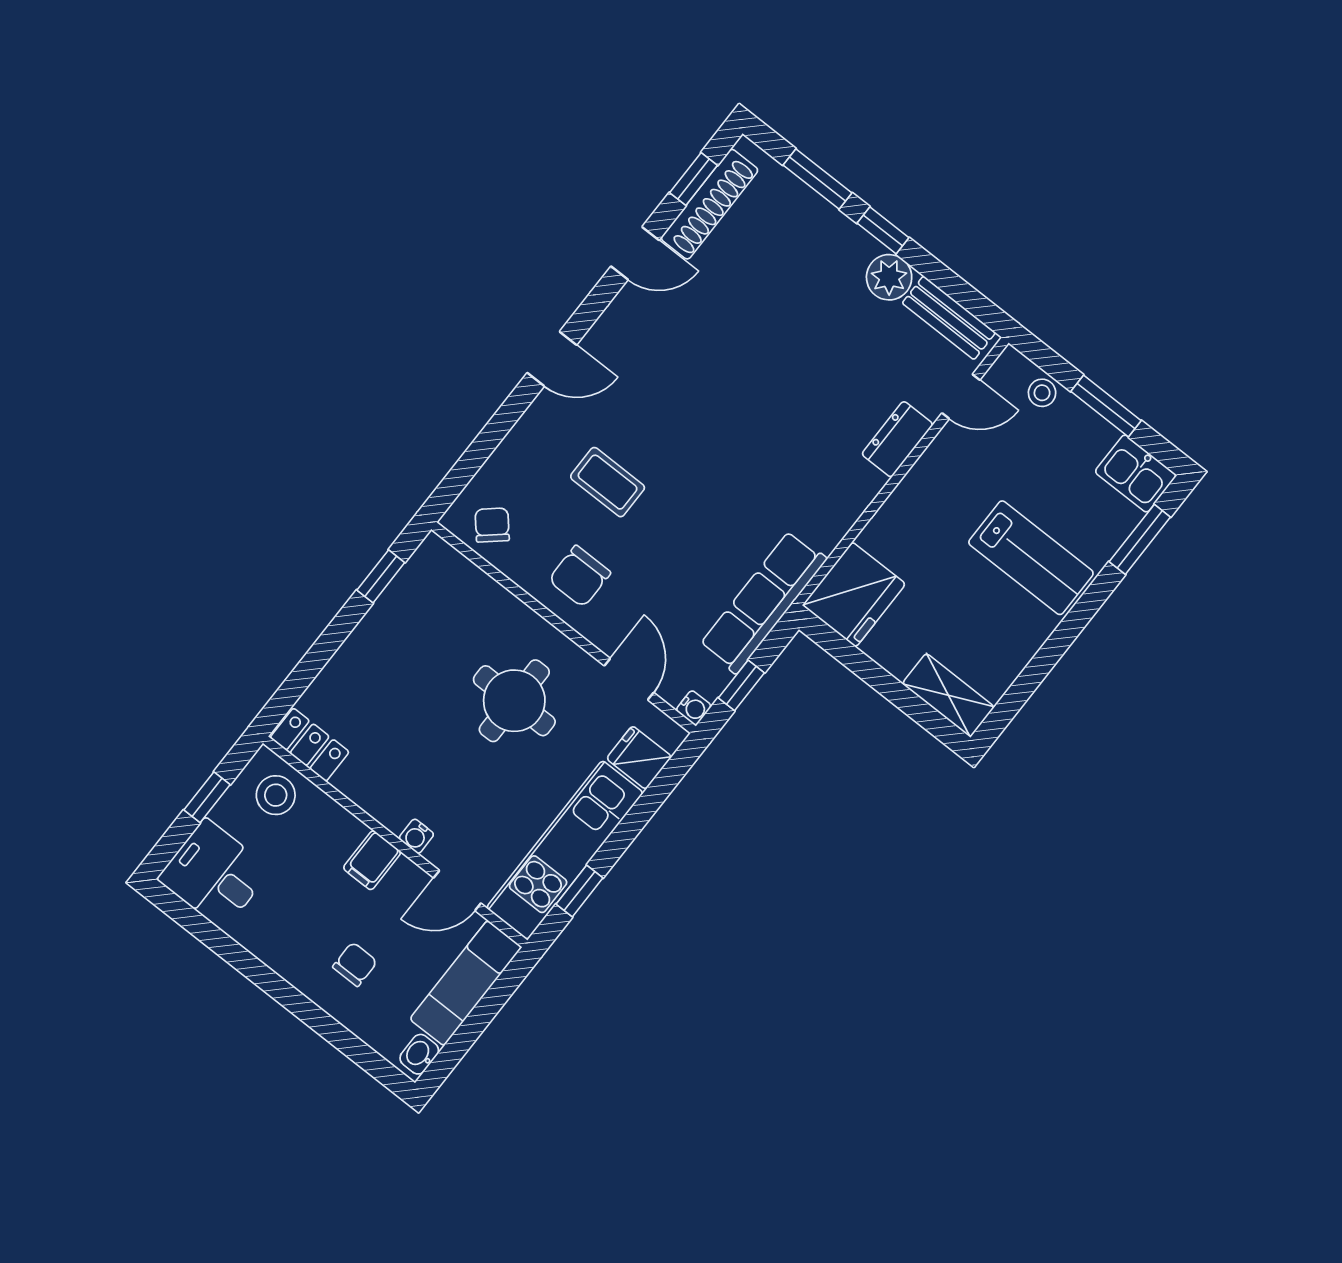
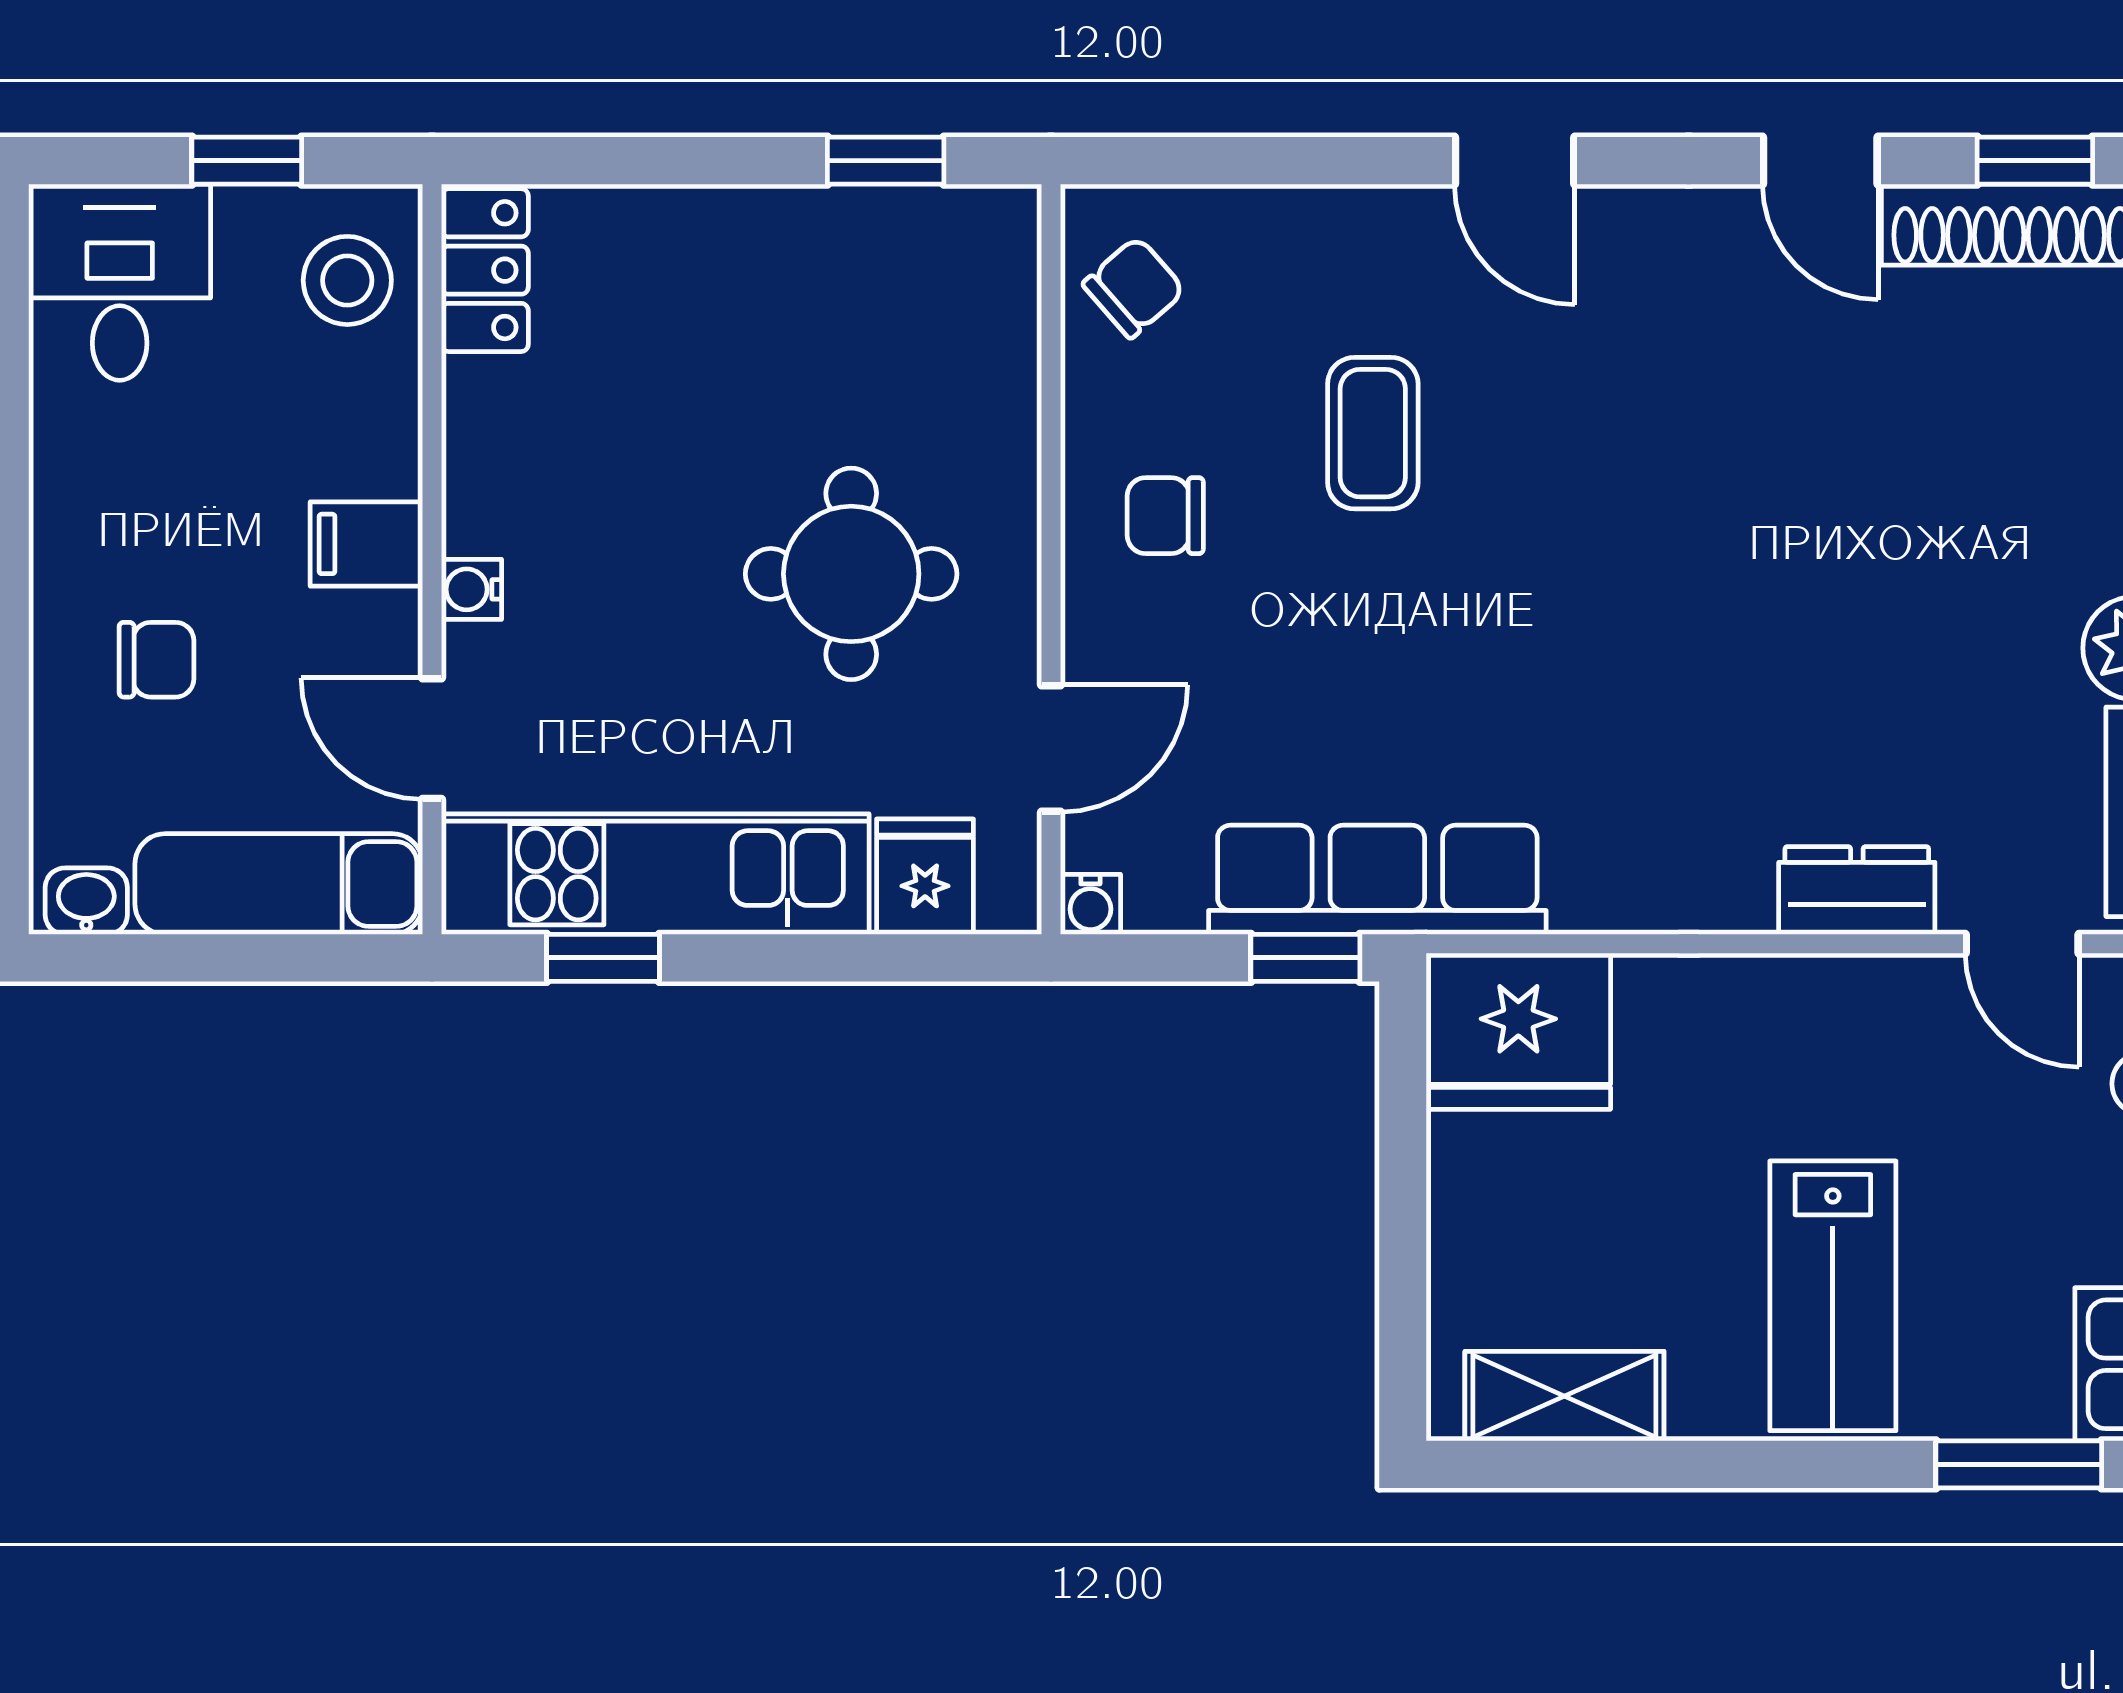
chair: (580, 576) -> (1165, 516), width x0.73, depth x0.73
window: (741, 685) -> (1305, 958), moved
shelving: (948, 695) -> (1564, 1396), moved, turned 90

